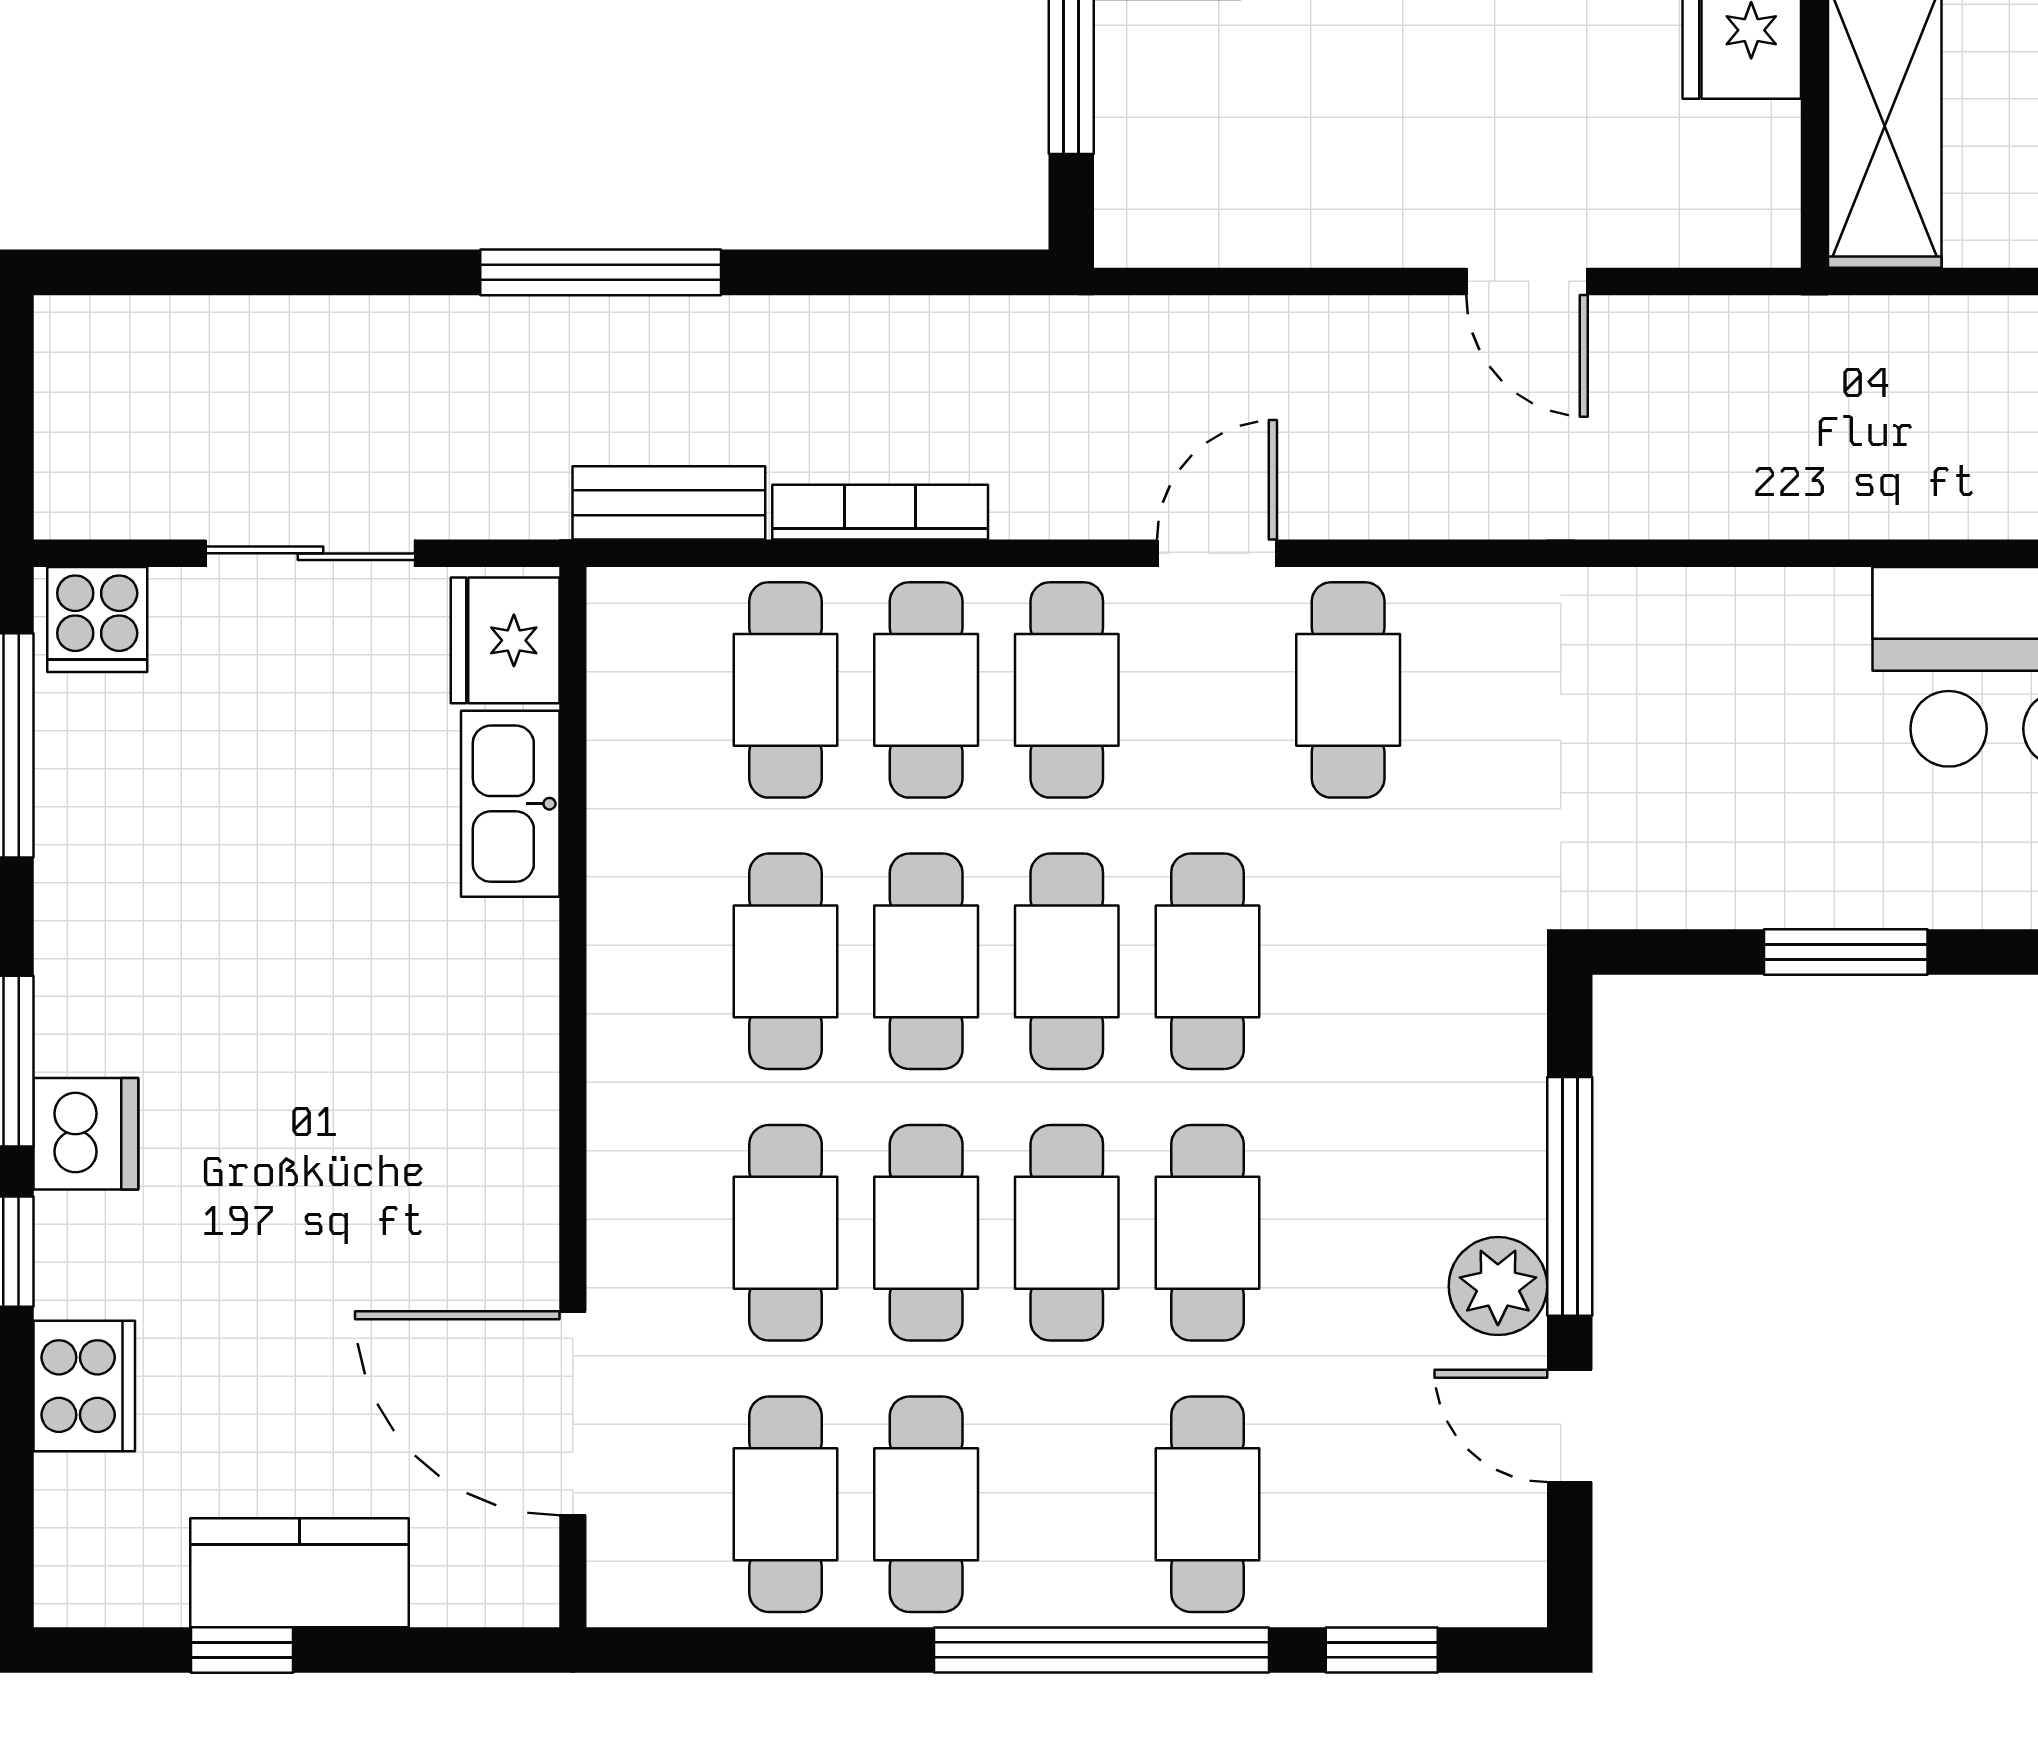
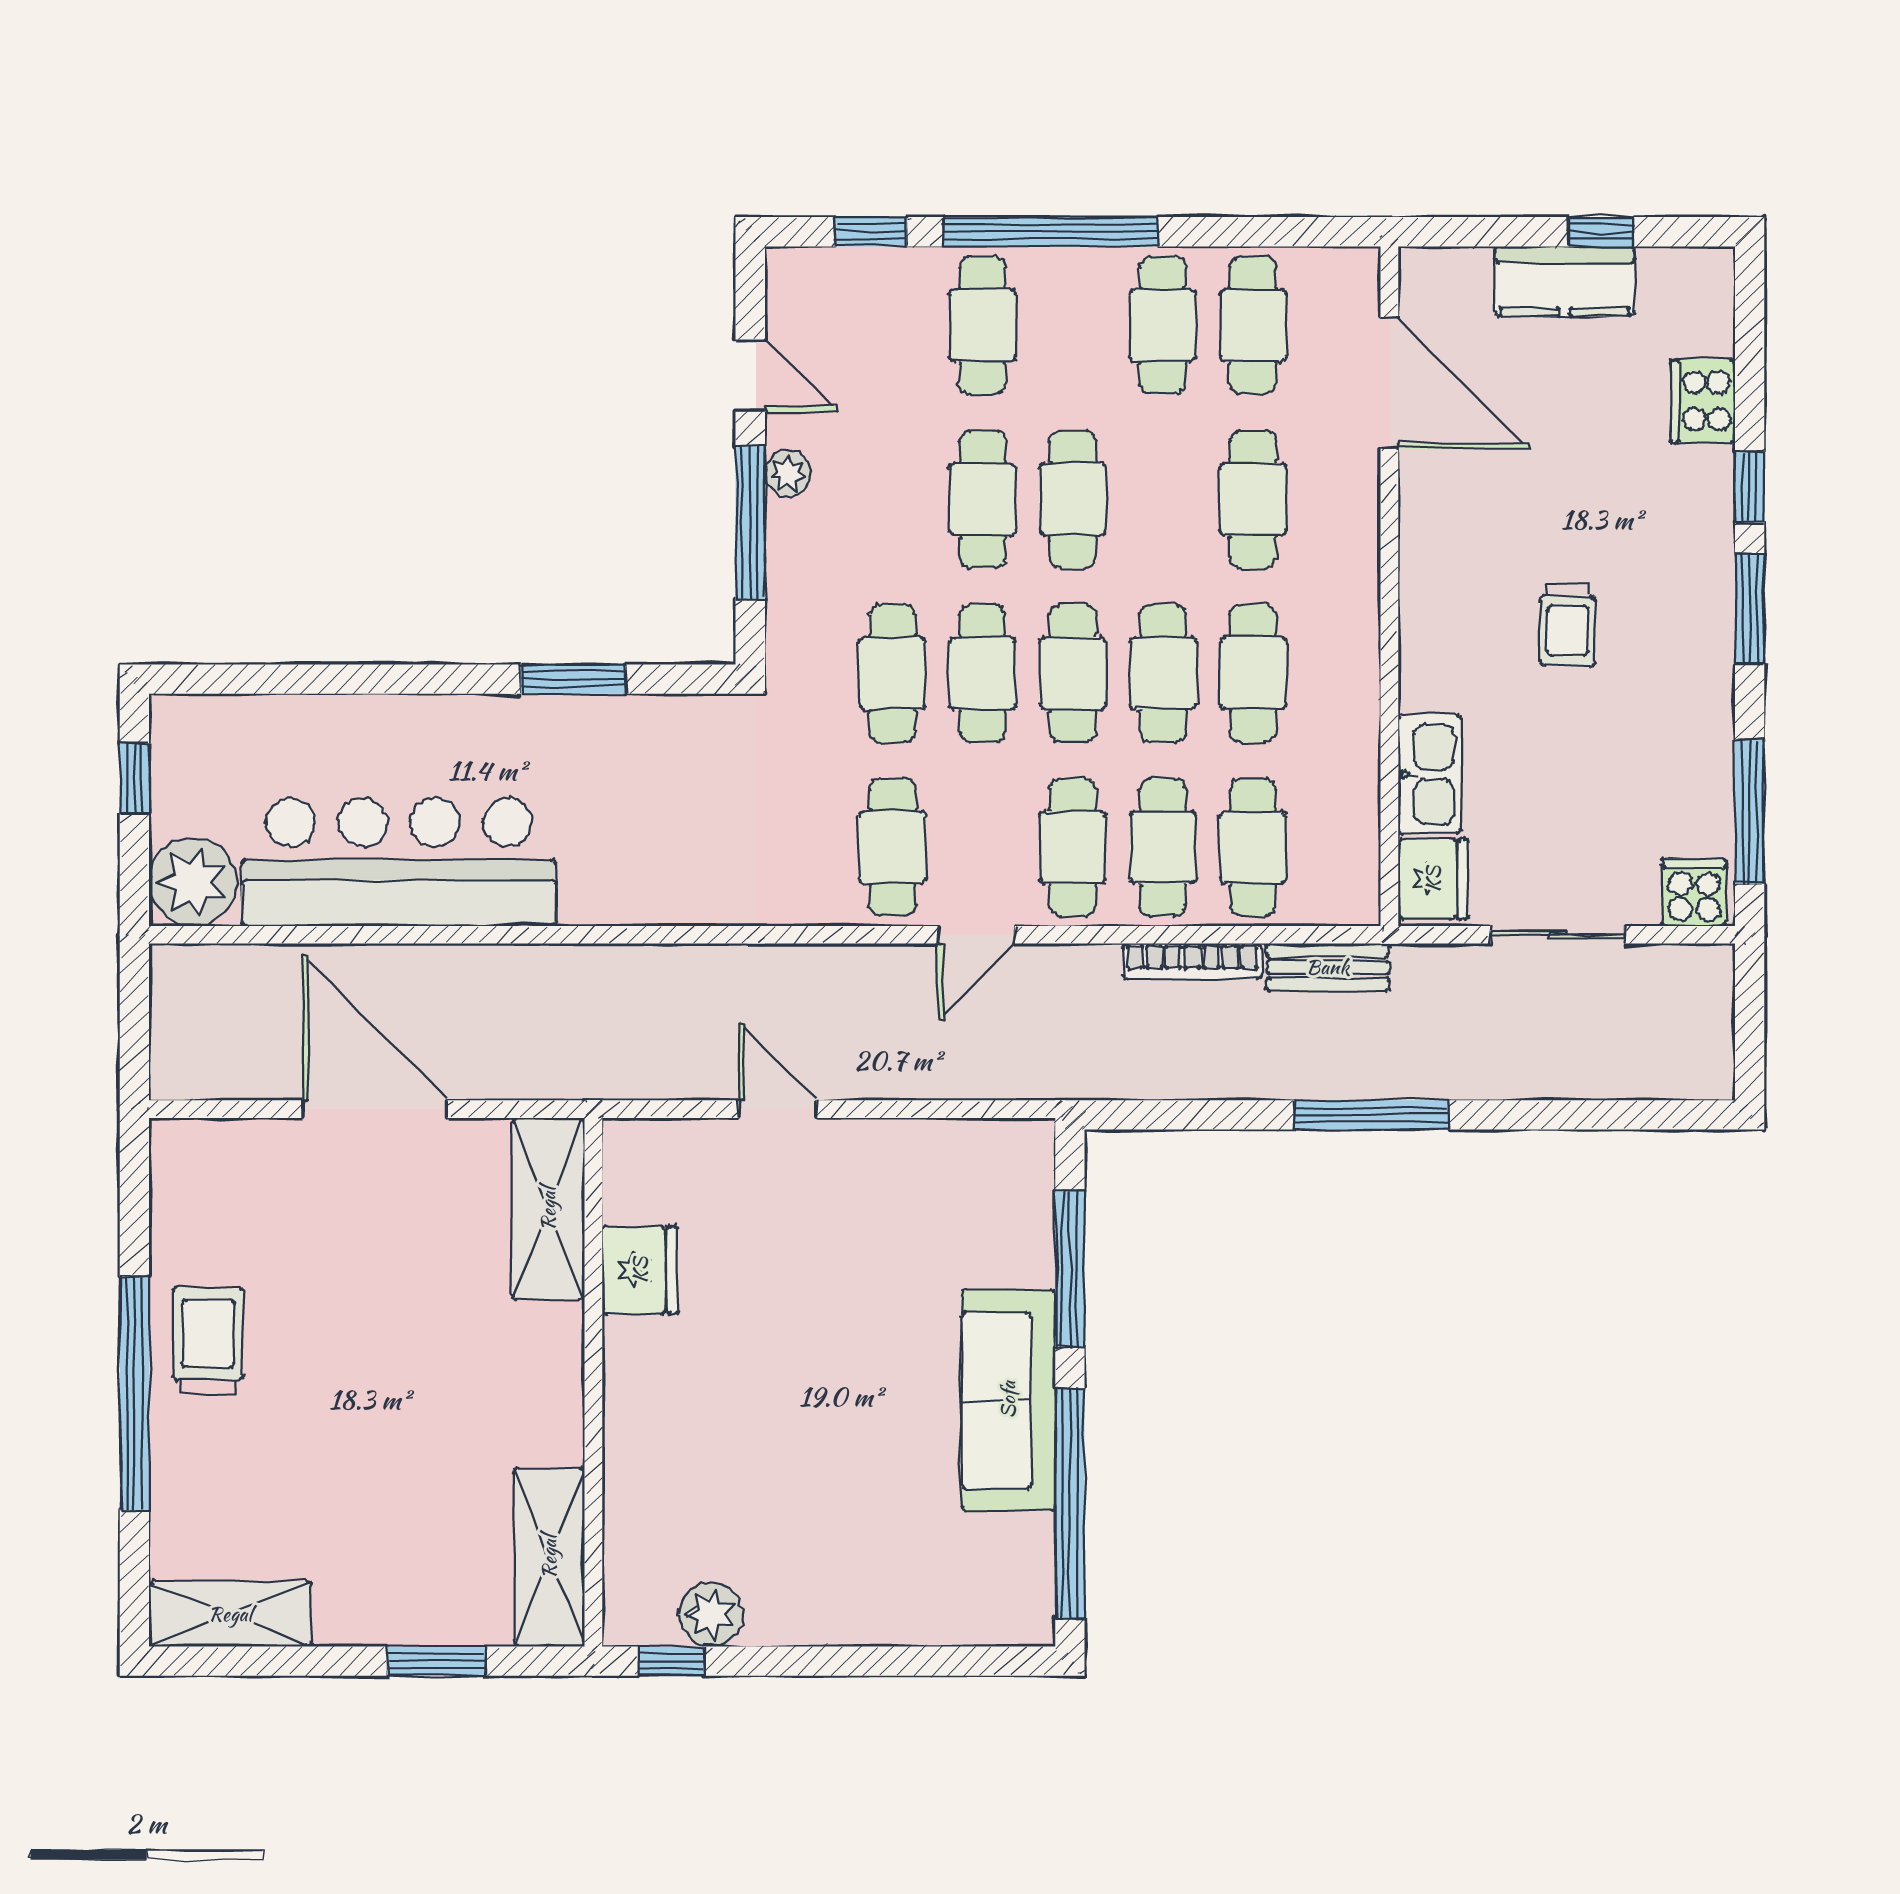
trolley: (295, 1036) -> (1568, 625), added
dishwasher: (86, 1134) -> (1702, 563), removed
cafe table: (926, 1233) -> (892, 673), moved
plant: (1498, 1286) -> (788, 474), width x0.73, depth x0.73

